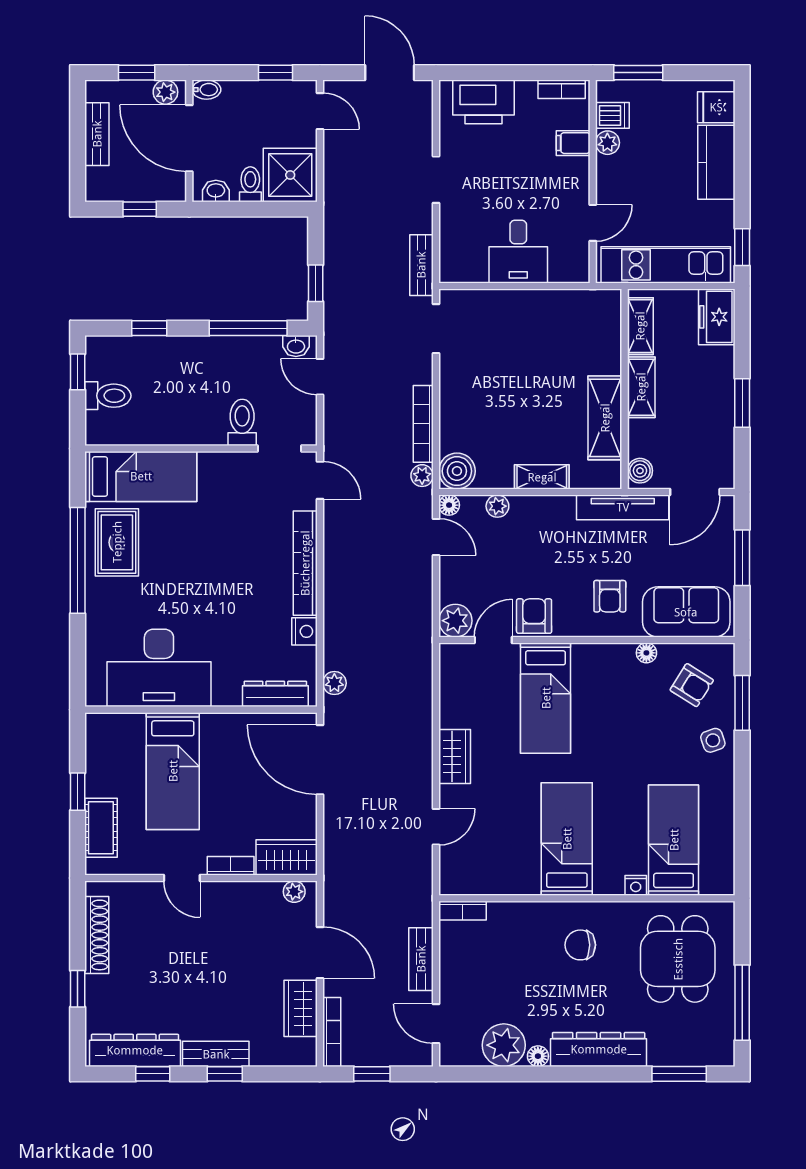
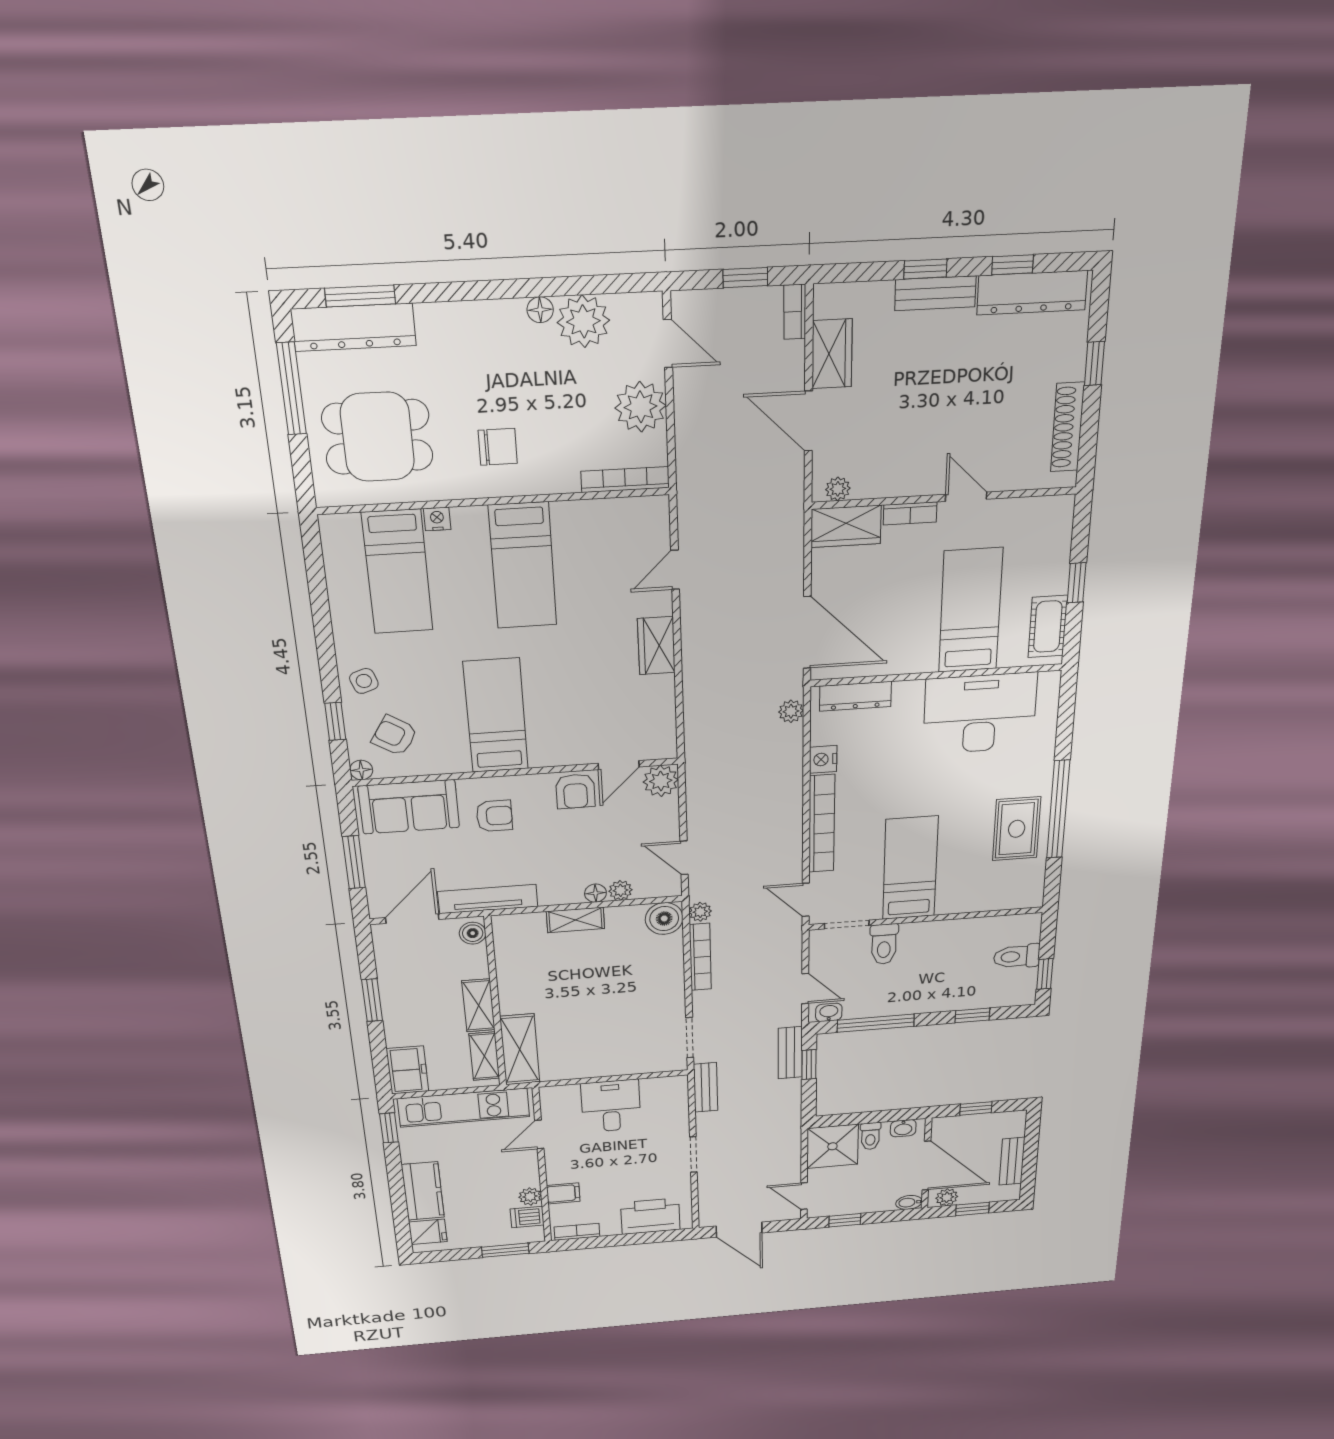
shelving: (605, 418) -> (520, 1049), moved
bed: (141, 476) -> (910, 868), moved, turned 90
floor lamp: (449, 505) -> (596, 893), moved
armchair: (610, 596) -> (494, 816), turned 90
floor lamp: (646, 653) -> (361, 770), moved
bed: (546, 698) -> (496, 716), moved
window: (742, 703) -> (335, 721), width x0.67
cot: (101, 828) -> (1048, 627), moved
bookcase: (463, 911) -> (625, 480), width x1.56
bench: (421, 959) -> (790, 1053), moved
dining table: (678, 959) -> (377, 437), turned 90
plant: (460, 972) -> (641, 407), added
bookcase: (332, 1032) -> (795, 312), width x0.64
dresser: (599, 1049) -> (354, 327), moved

